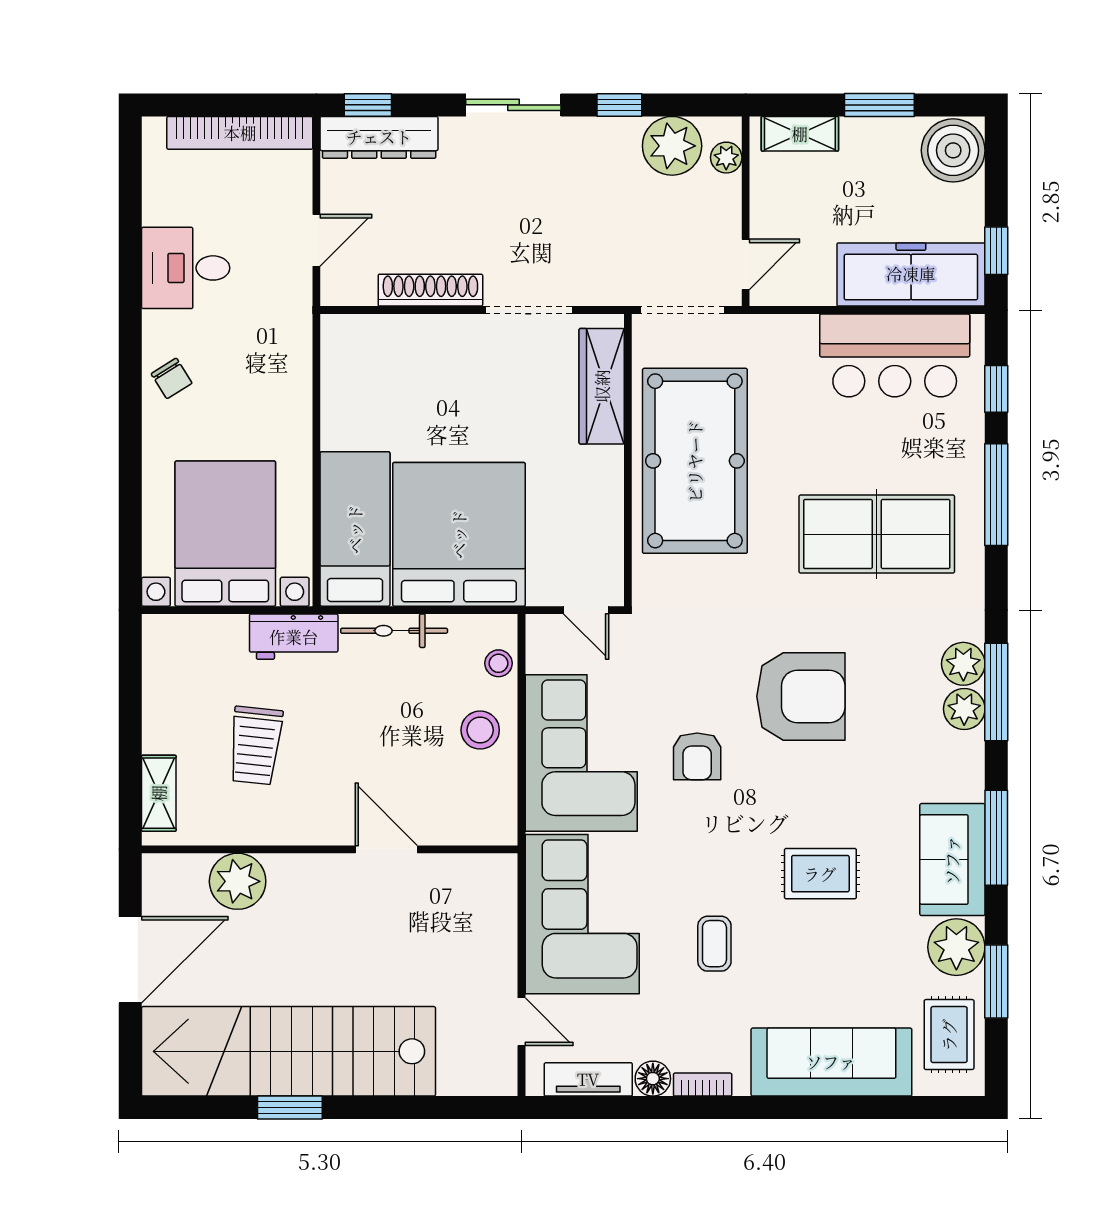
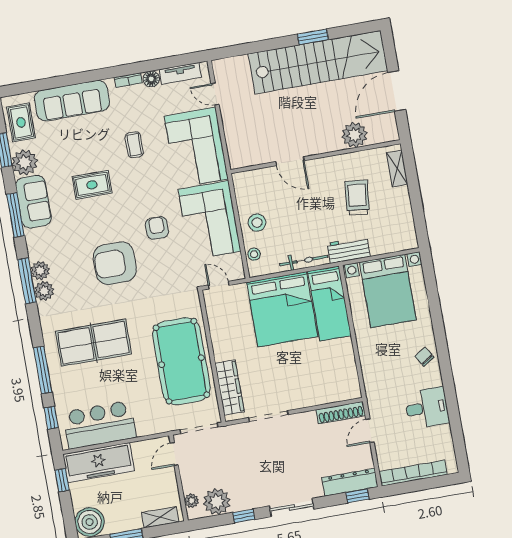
shoe rack: (430, 290) -> (341, 413), moved

